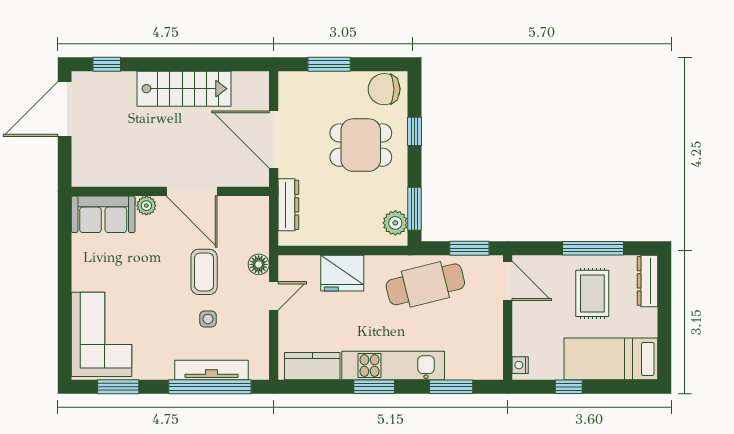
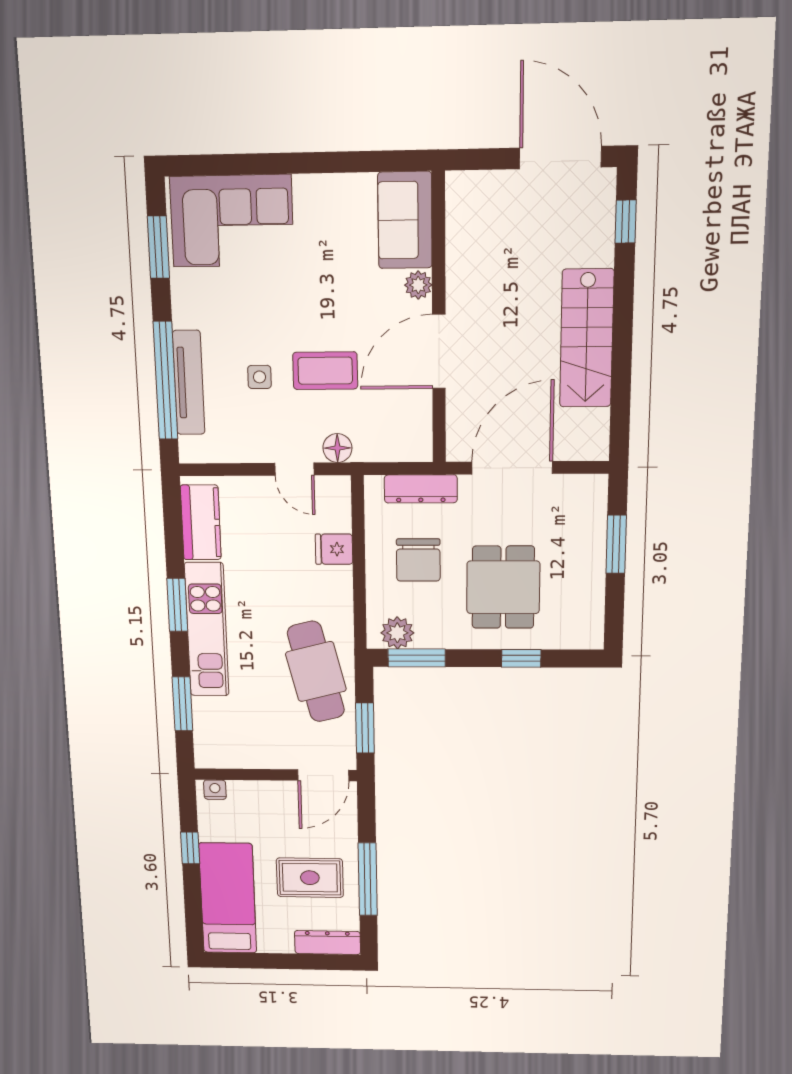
chair: (384, 89) -> (418, 560), moved, turned 180
fridge: (342, 273) -> (334, 549), width x0.53, depth x0.75

